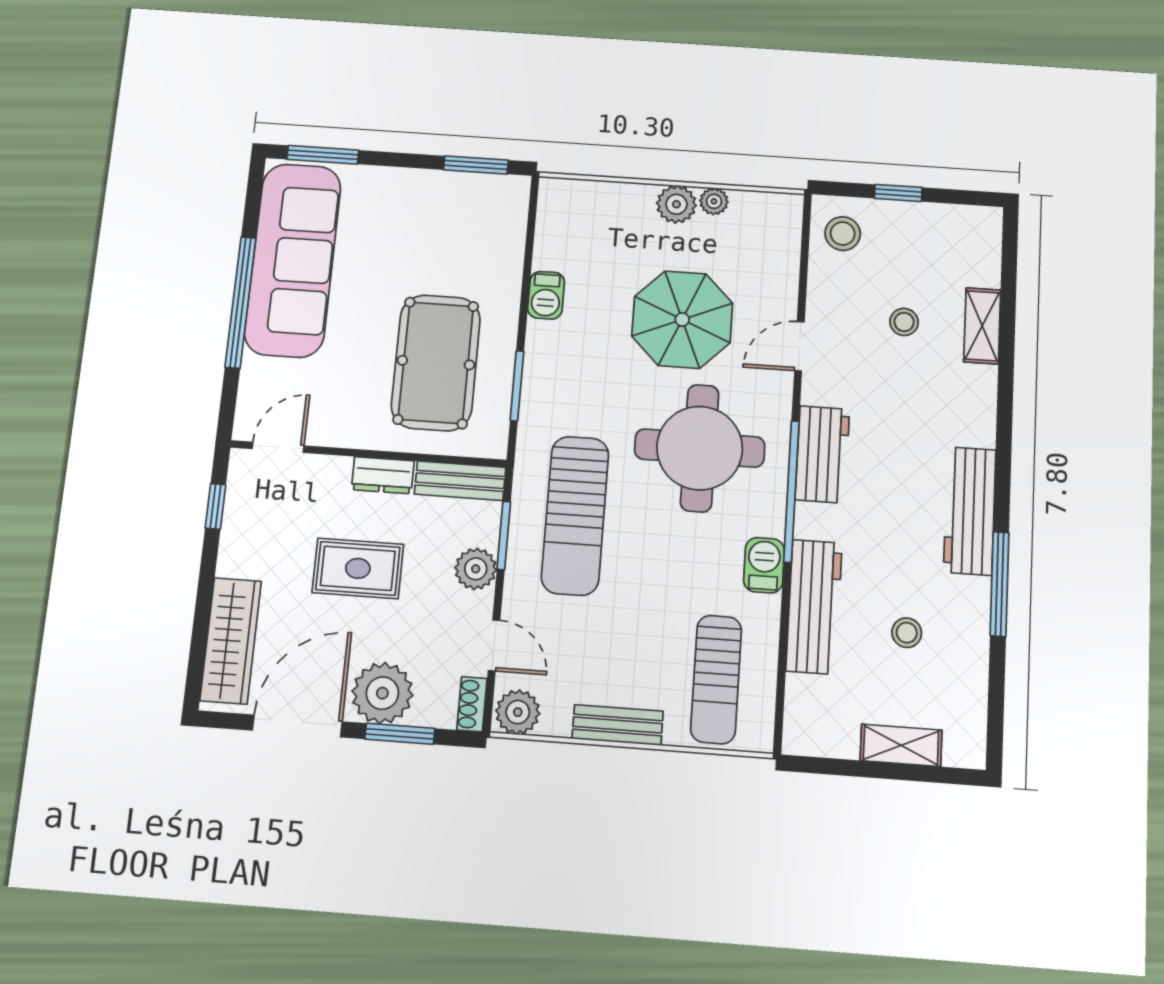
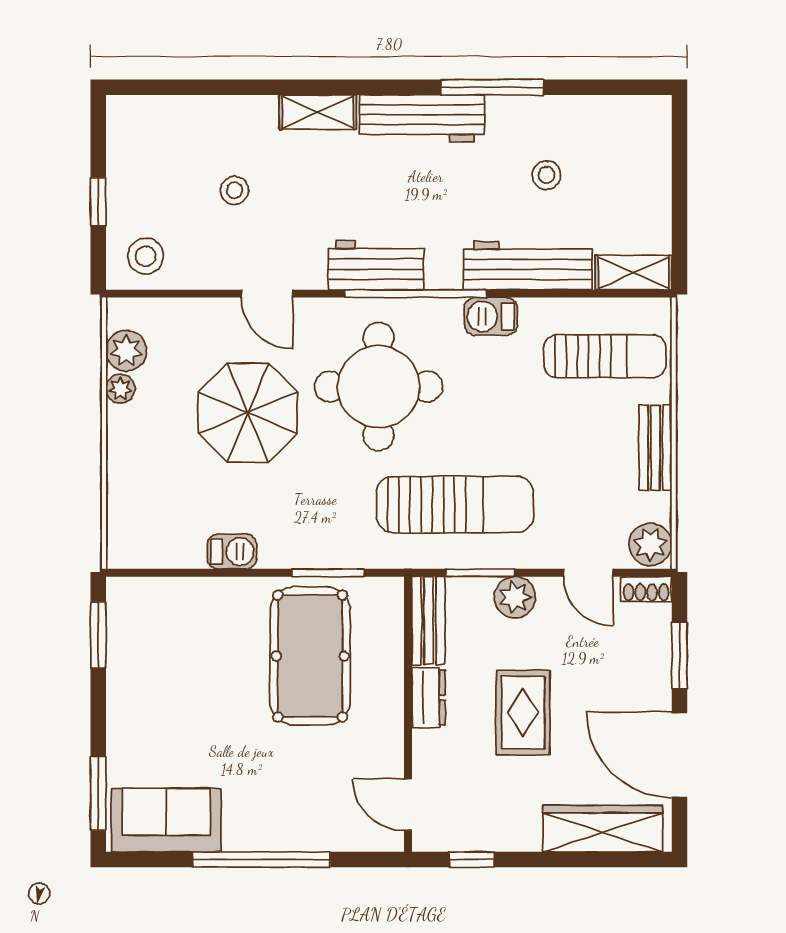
plant: (676, 204) -> (126, 351), moved
sofa: (293, 260) -> (166, 820), width x0.54, depth x0.79
shelving: (982, 326) -> (318, 112), moved
pool table: (436, 363) -> (310, 656), turned 90
door: (494, 645) -> (588, 573), swing flipped
plant: (382, 693) -> (642, 676), removed
shelving: (901, 745) -> (633, 273), moved, turned 90

